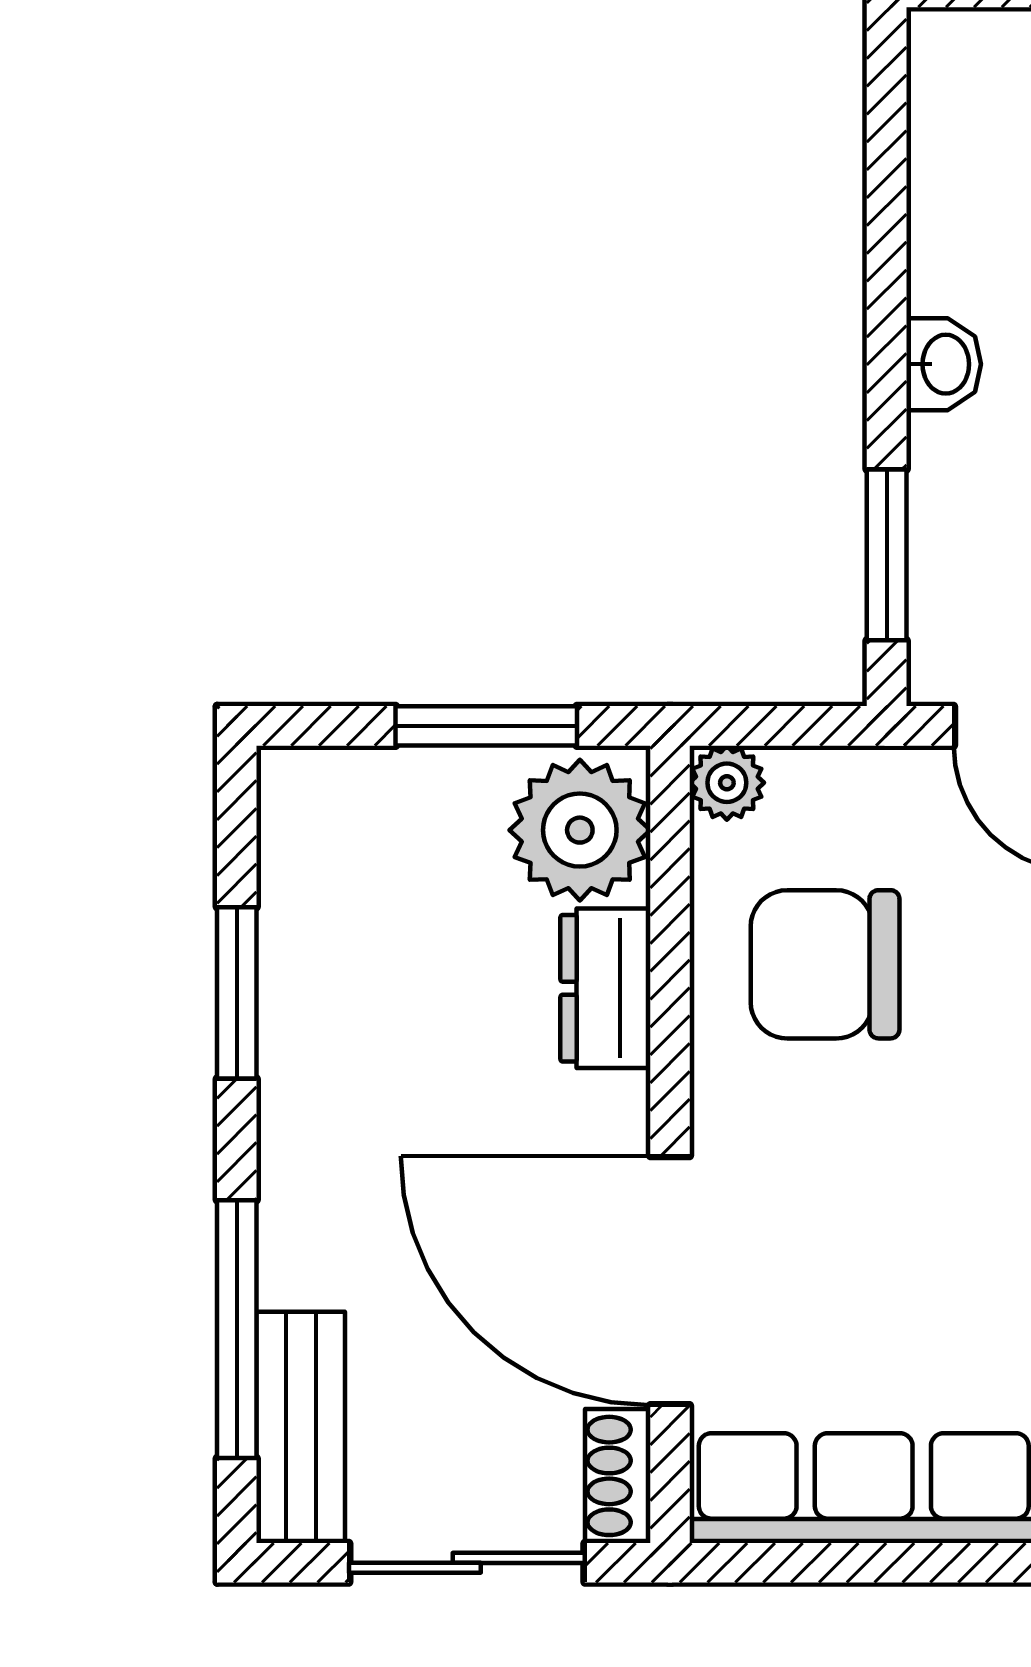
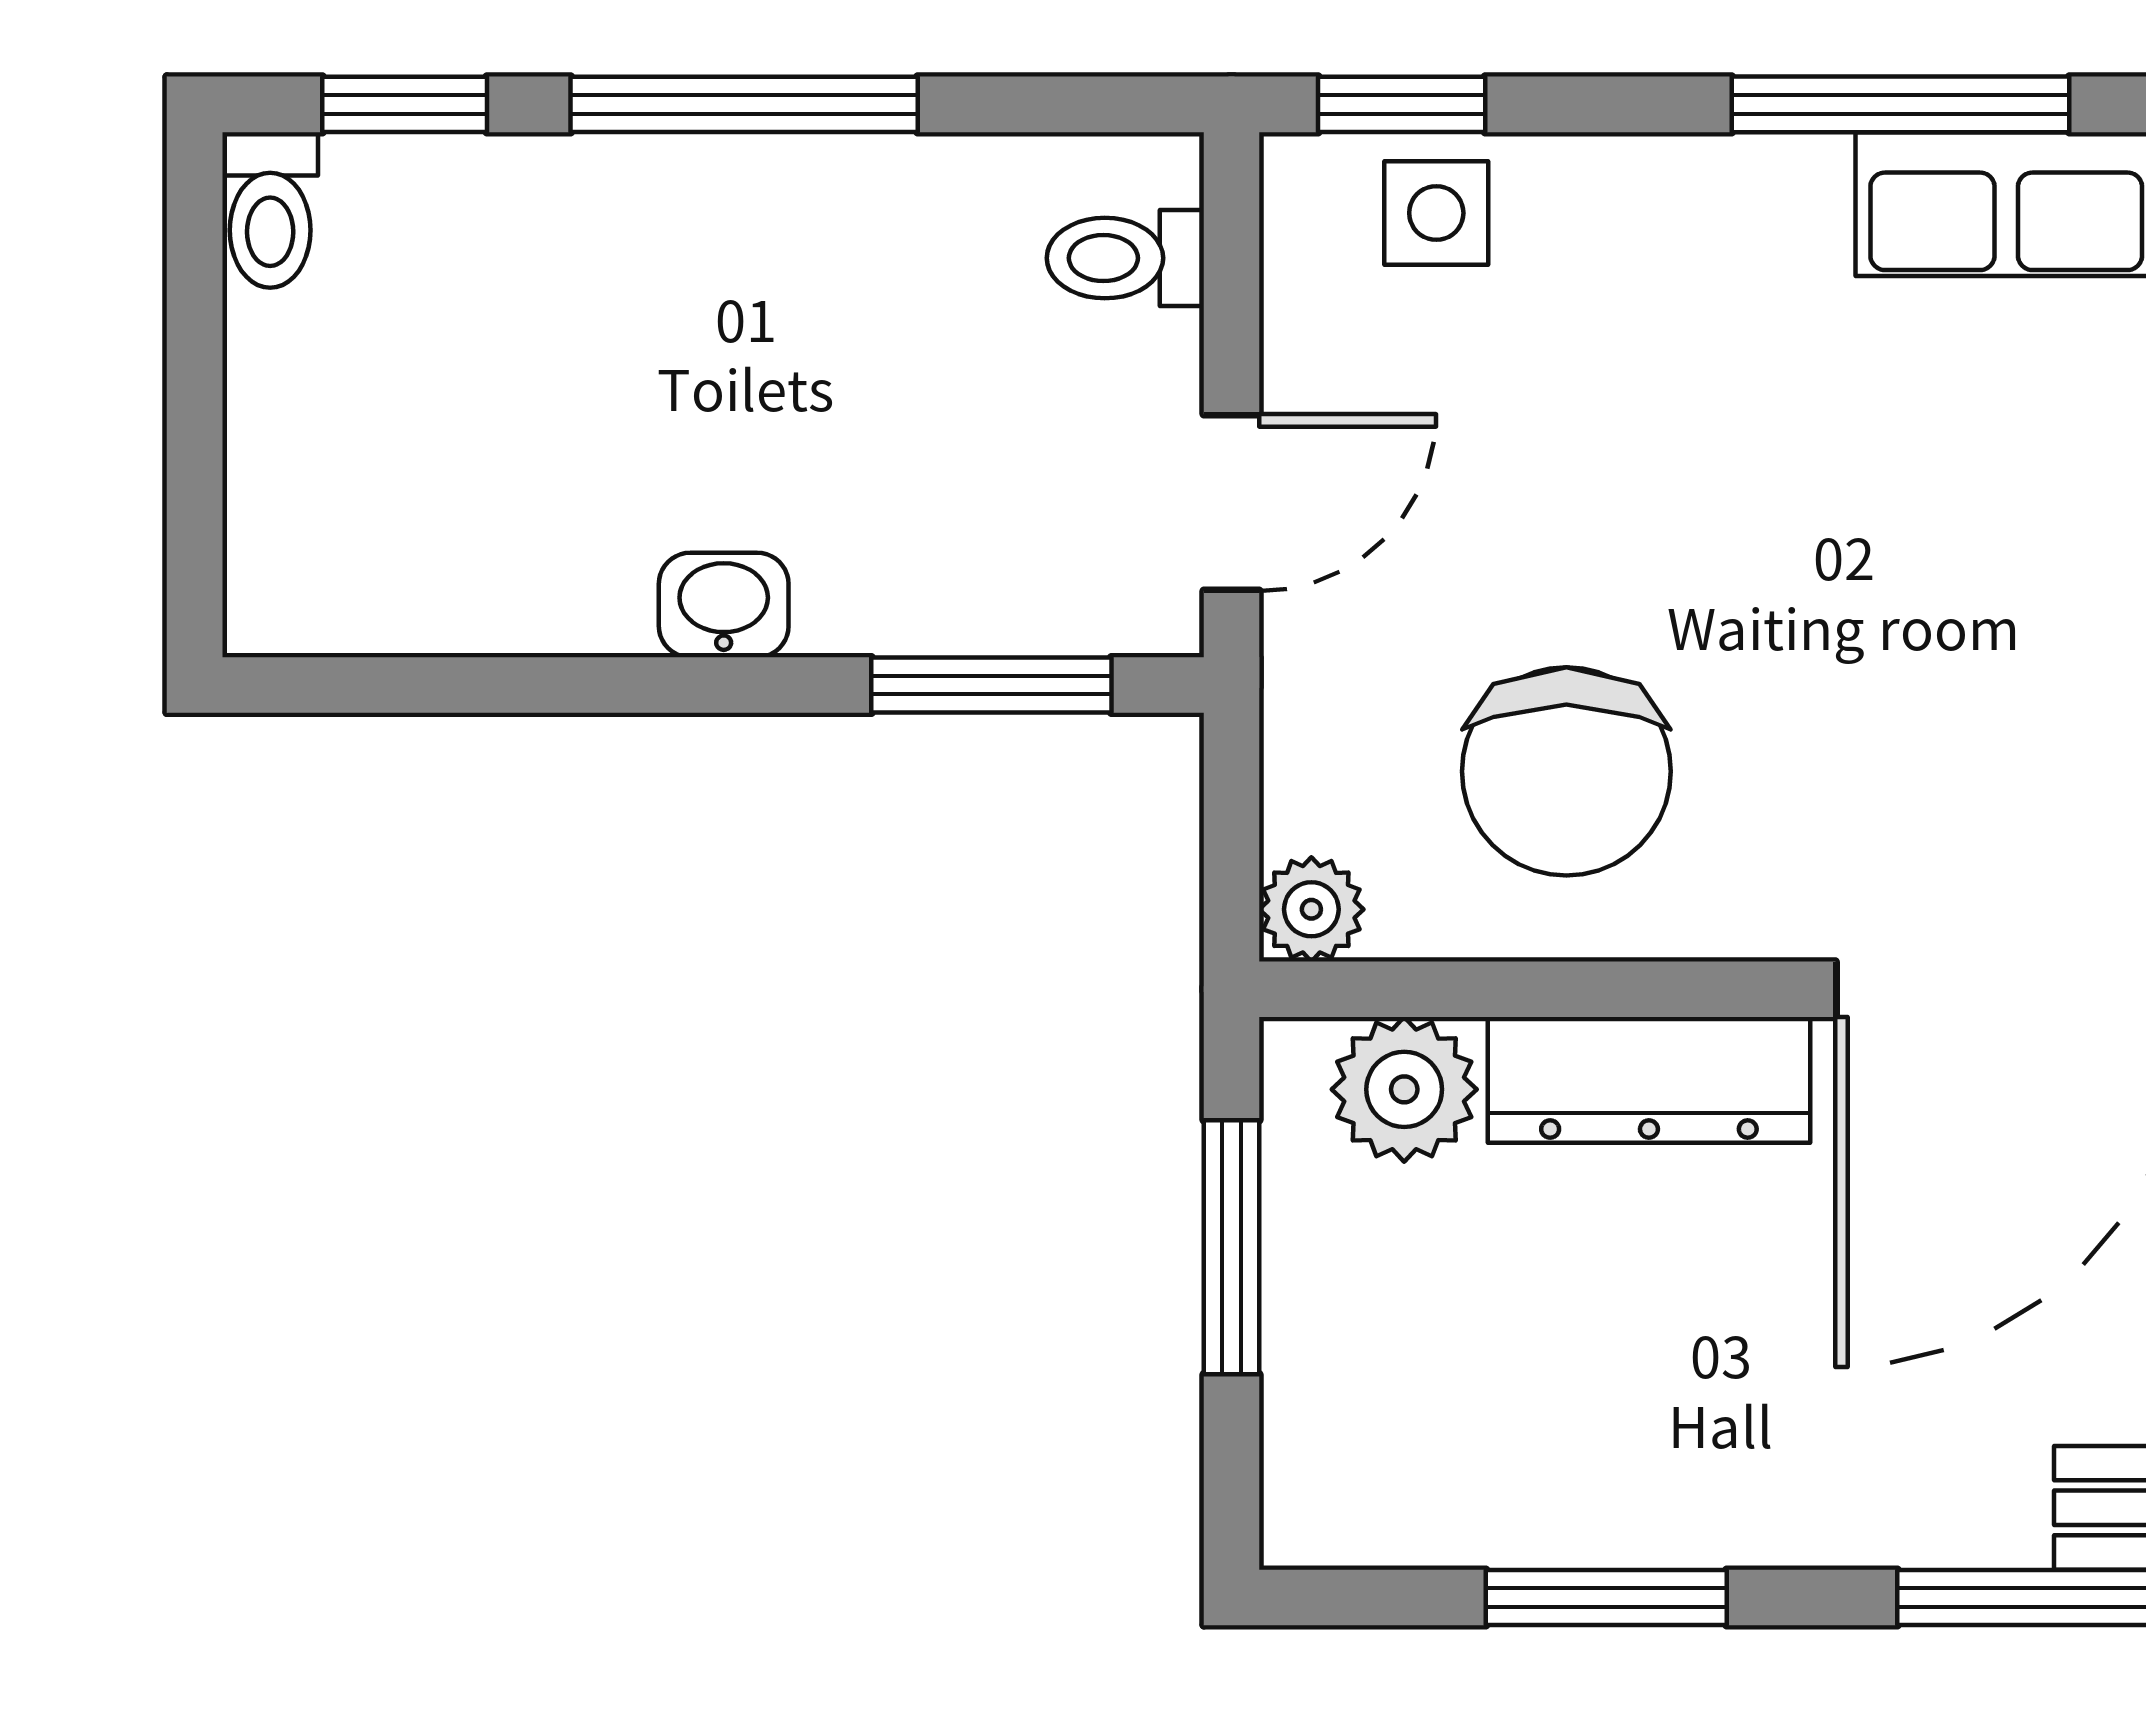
plant: (580, 830) -> (1404, 1089), width x0.73, depth x0.73
dresser: (605, 988) -> (1649, 1080), width x1.44

